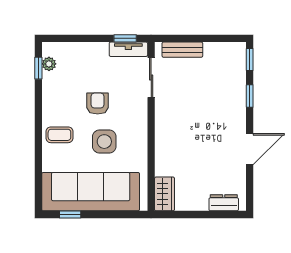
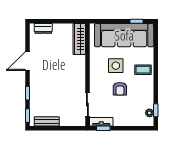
bench: (182, 50) -> (47, 121), moved
wardrobe: (165, 194) -> (79, 39), width x1.50

